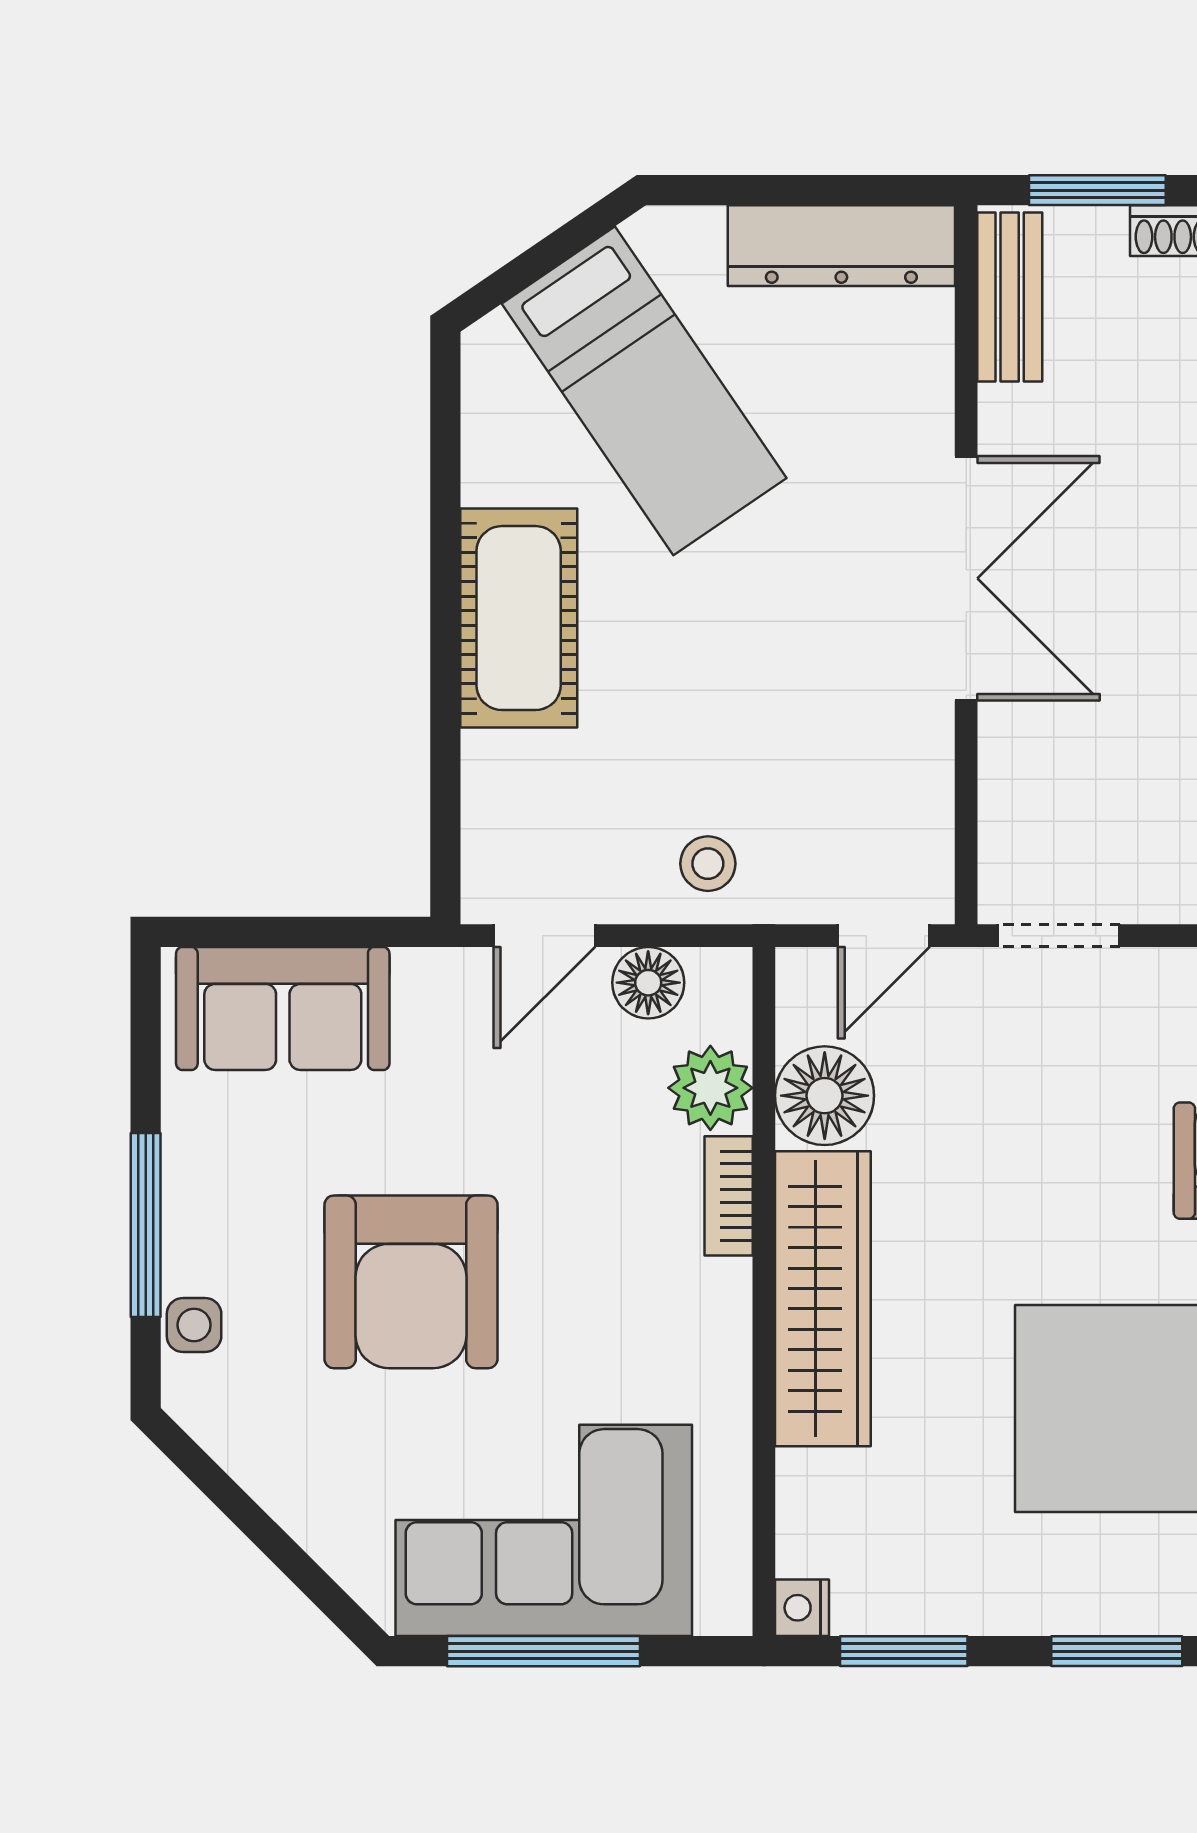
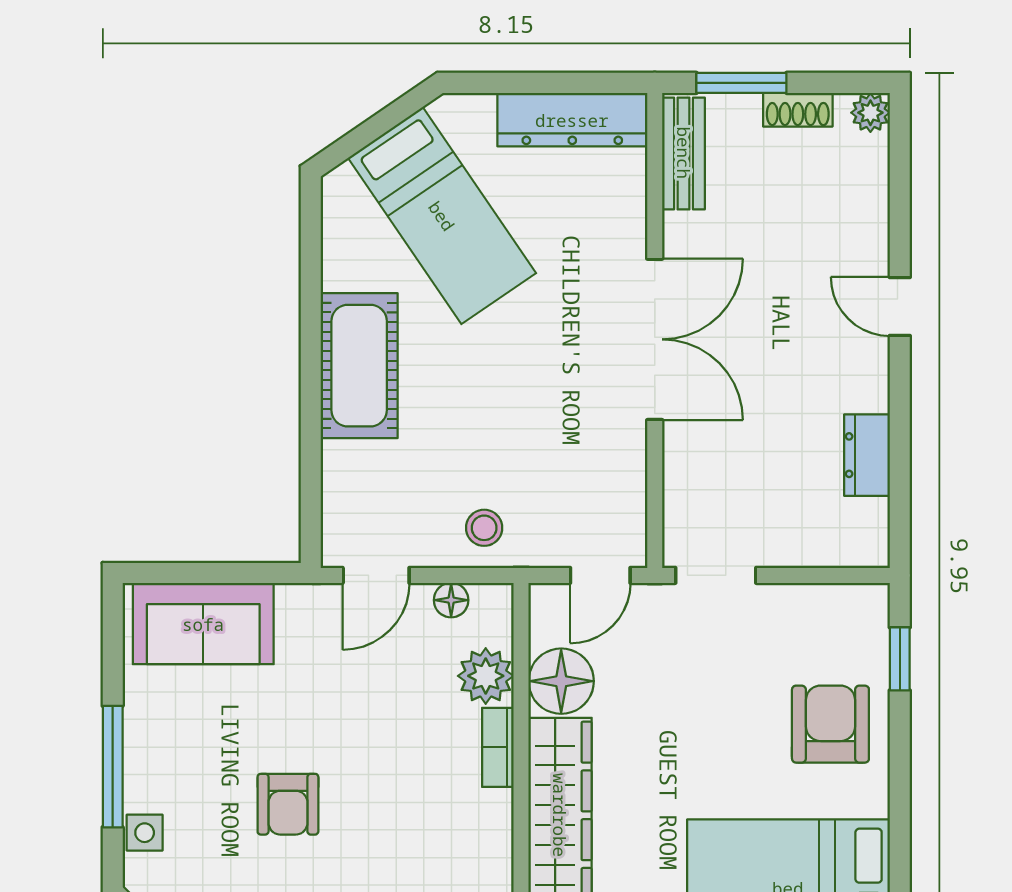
floor lamp: (648, 983) -> (451, 600), width x0.73, depth x0.73
armchair: (411, 1282) -> (288, 804), width x0.53, depth x0.53

